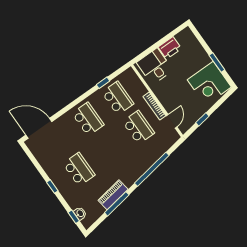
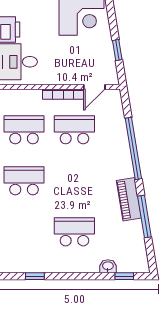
door: (172, 121) -> (94, 87), swing flipped
window: (52, 186) -> (35, 276), moved
piano: (113, 195) -> (129, 199), moved
washbasin: (80, 213) -> (108, 266), moved

